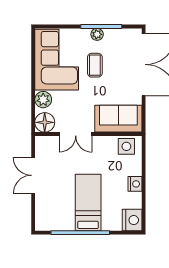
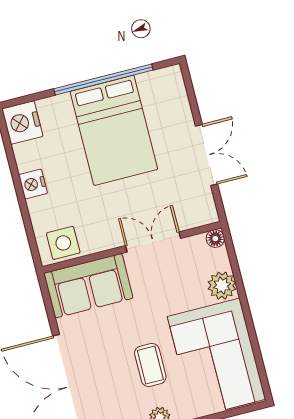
floor lamp: (45, 122) -> (215, 239), width x0.53, depth x0.53
bed: (88, 202) -> (114, 130), width x1.50

